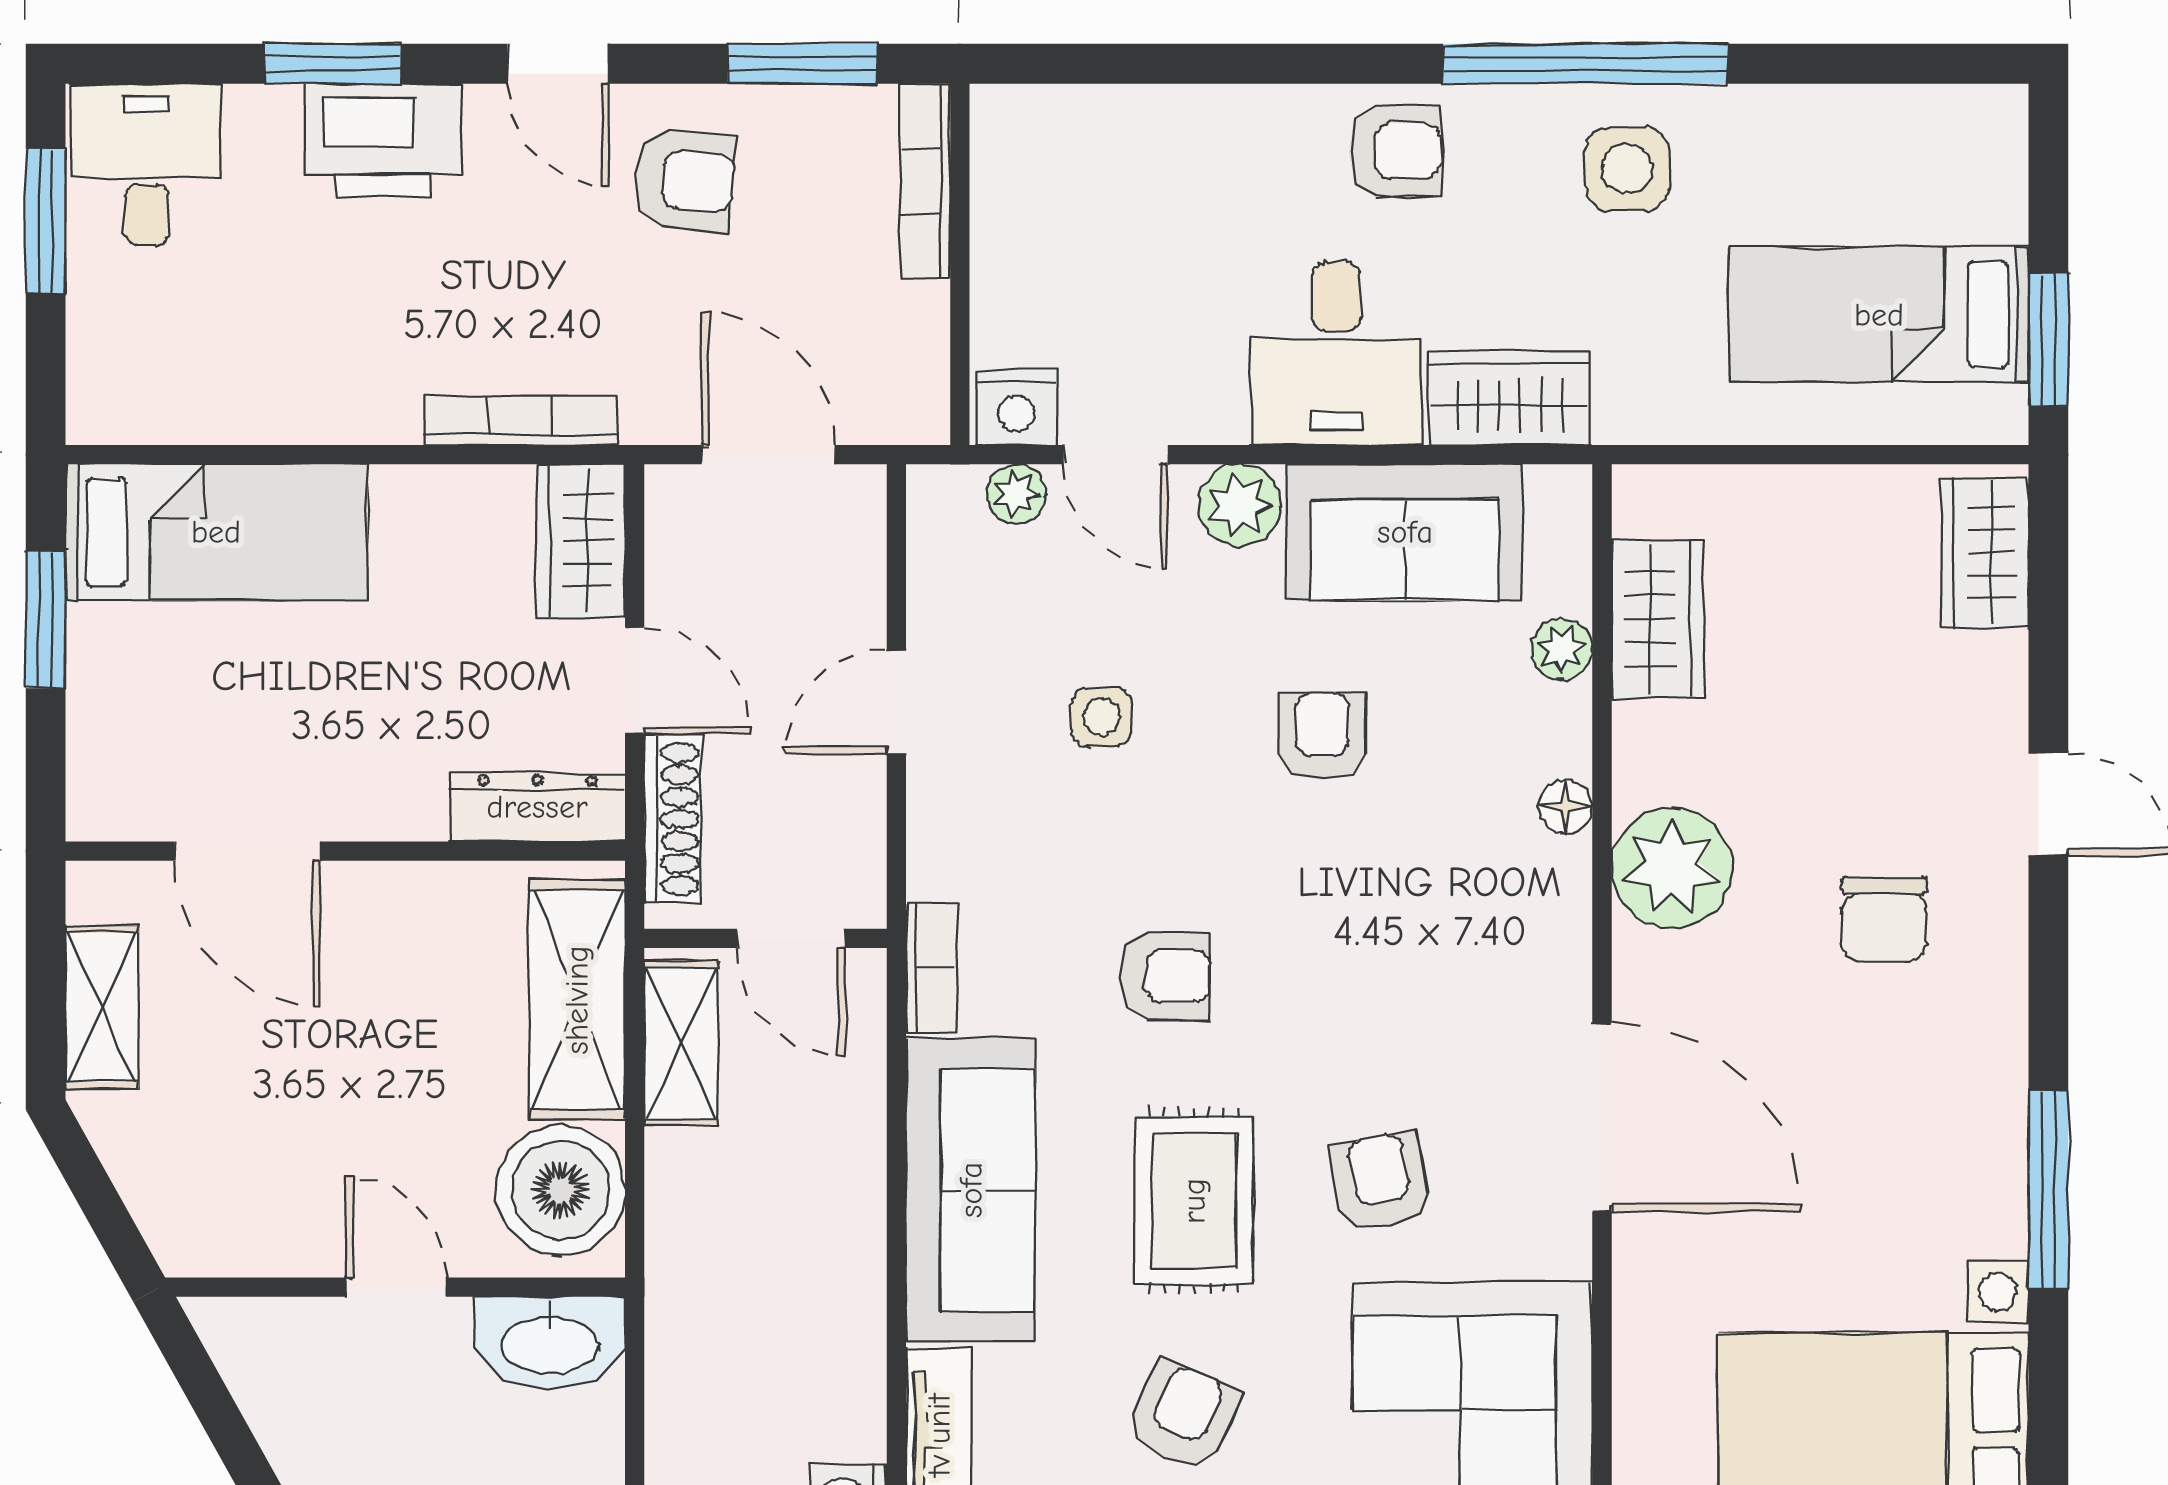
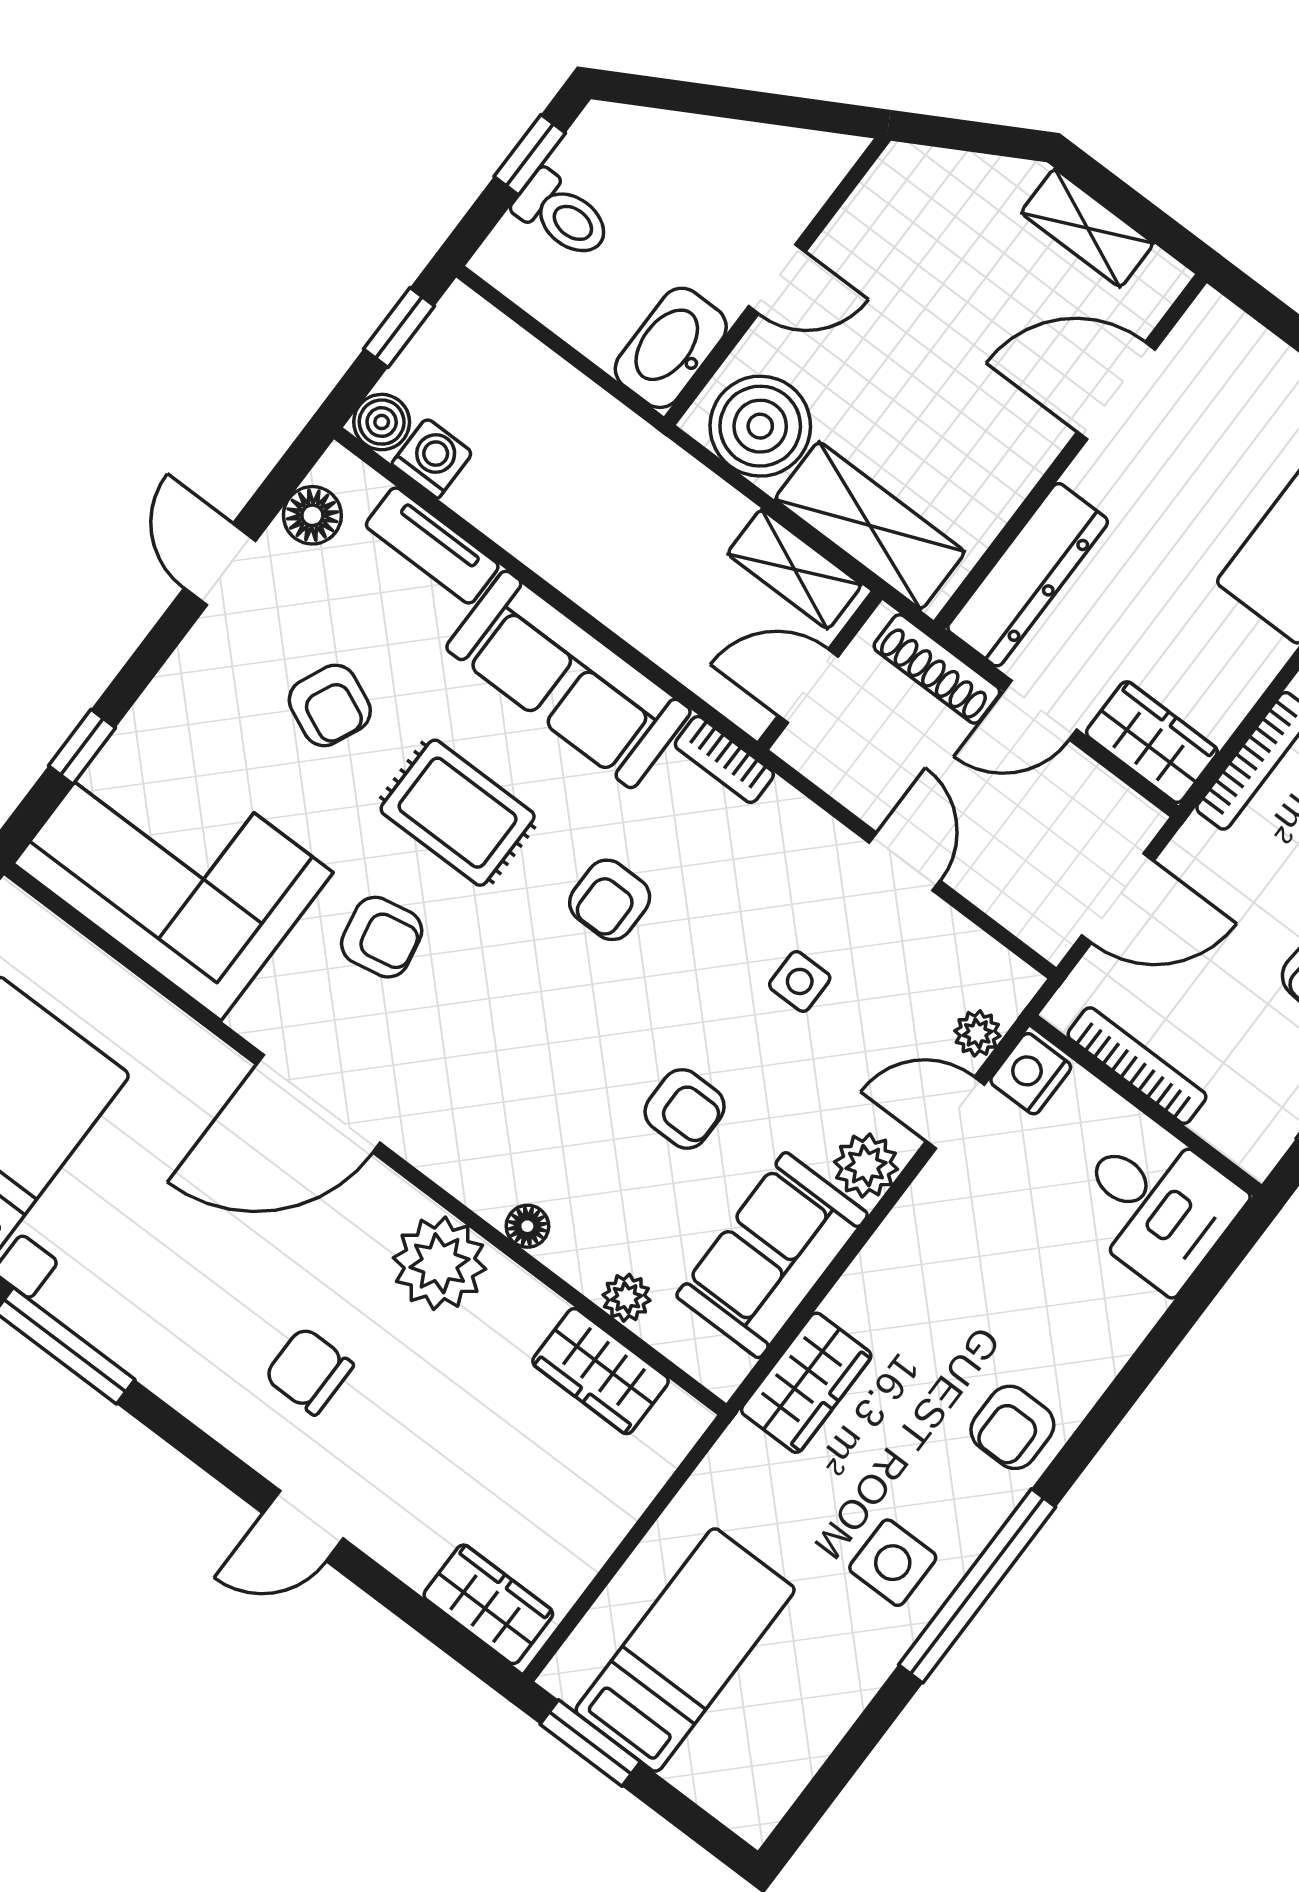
bookcase: (925, 181) -> (1137, 1066), moved
desk: (1336, 353) -> (1156, 1206), moved, turned 180
dresser: (537, 807) -> (1028, 575), width x1.37, depth x1.24

